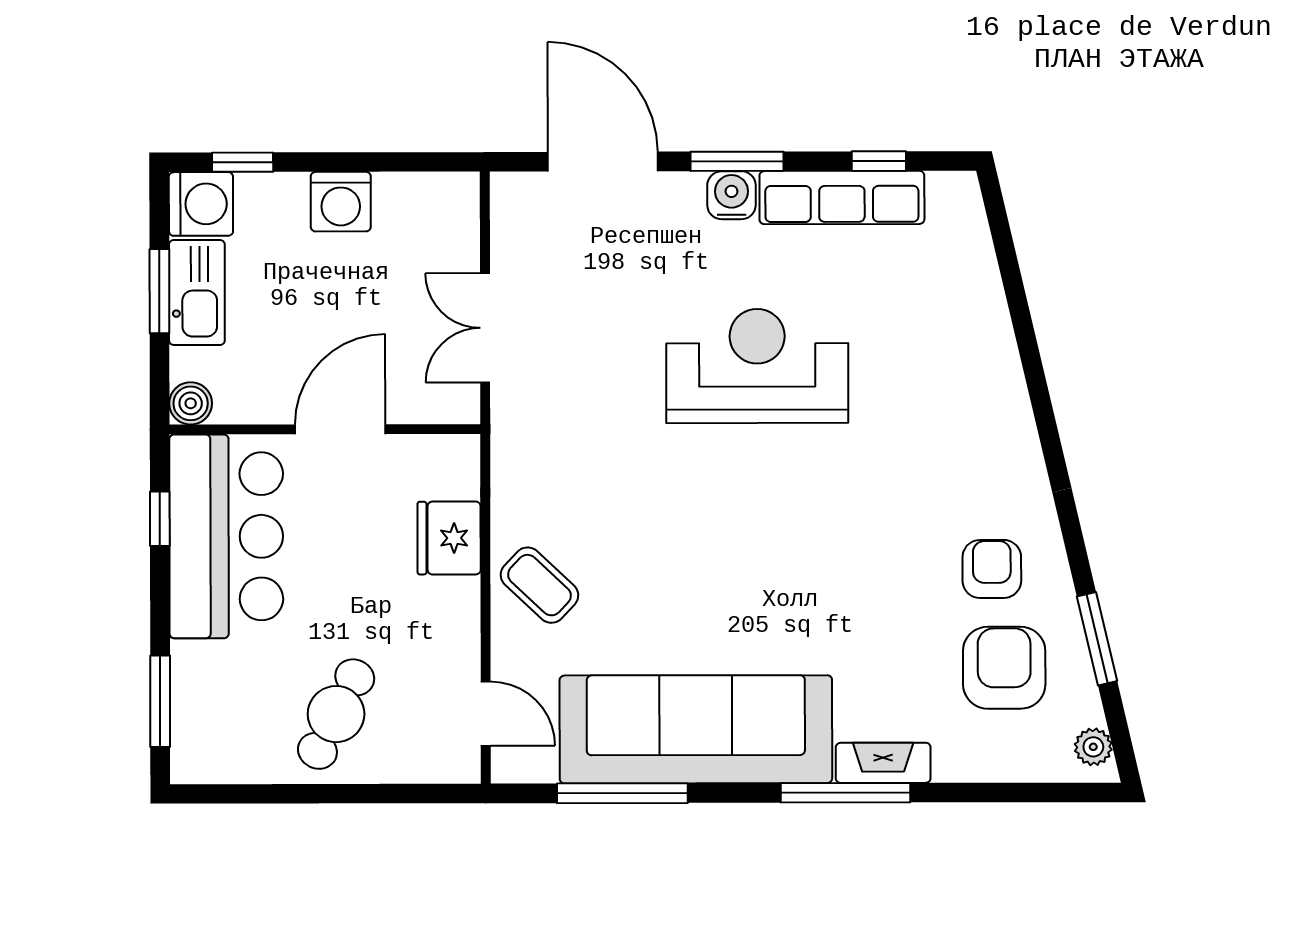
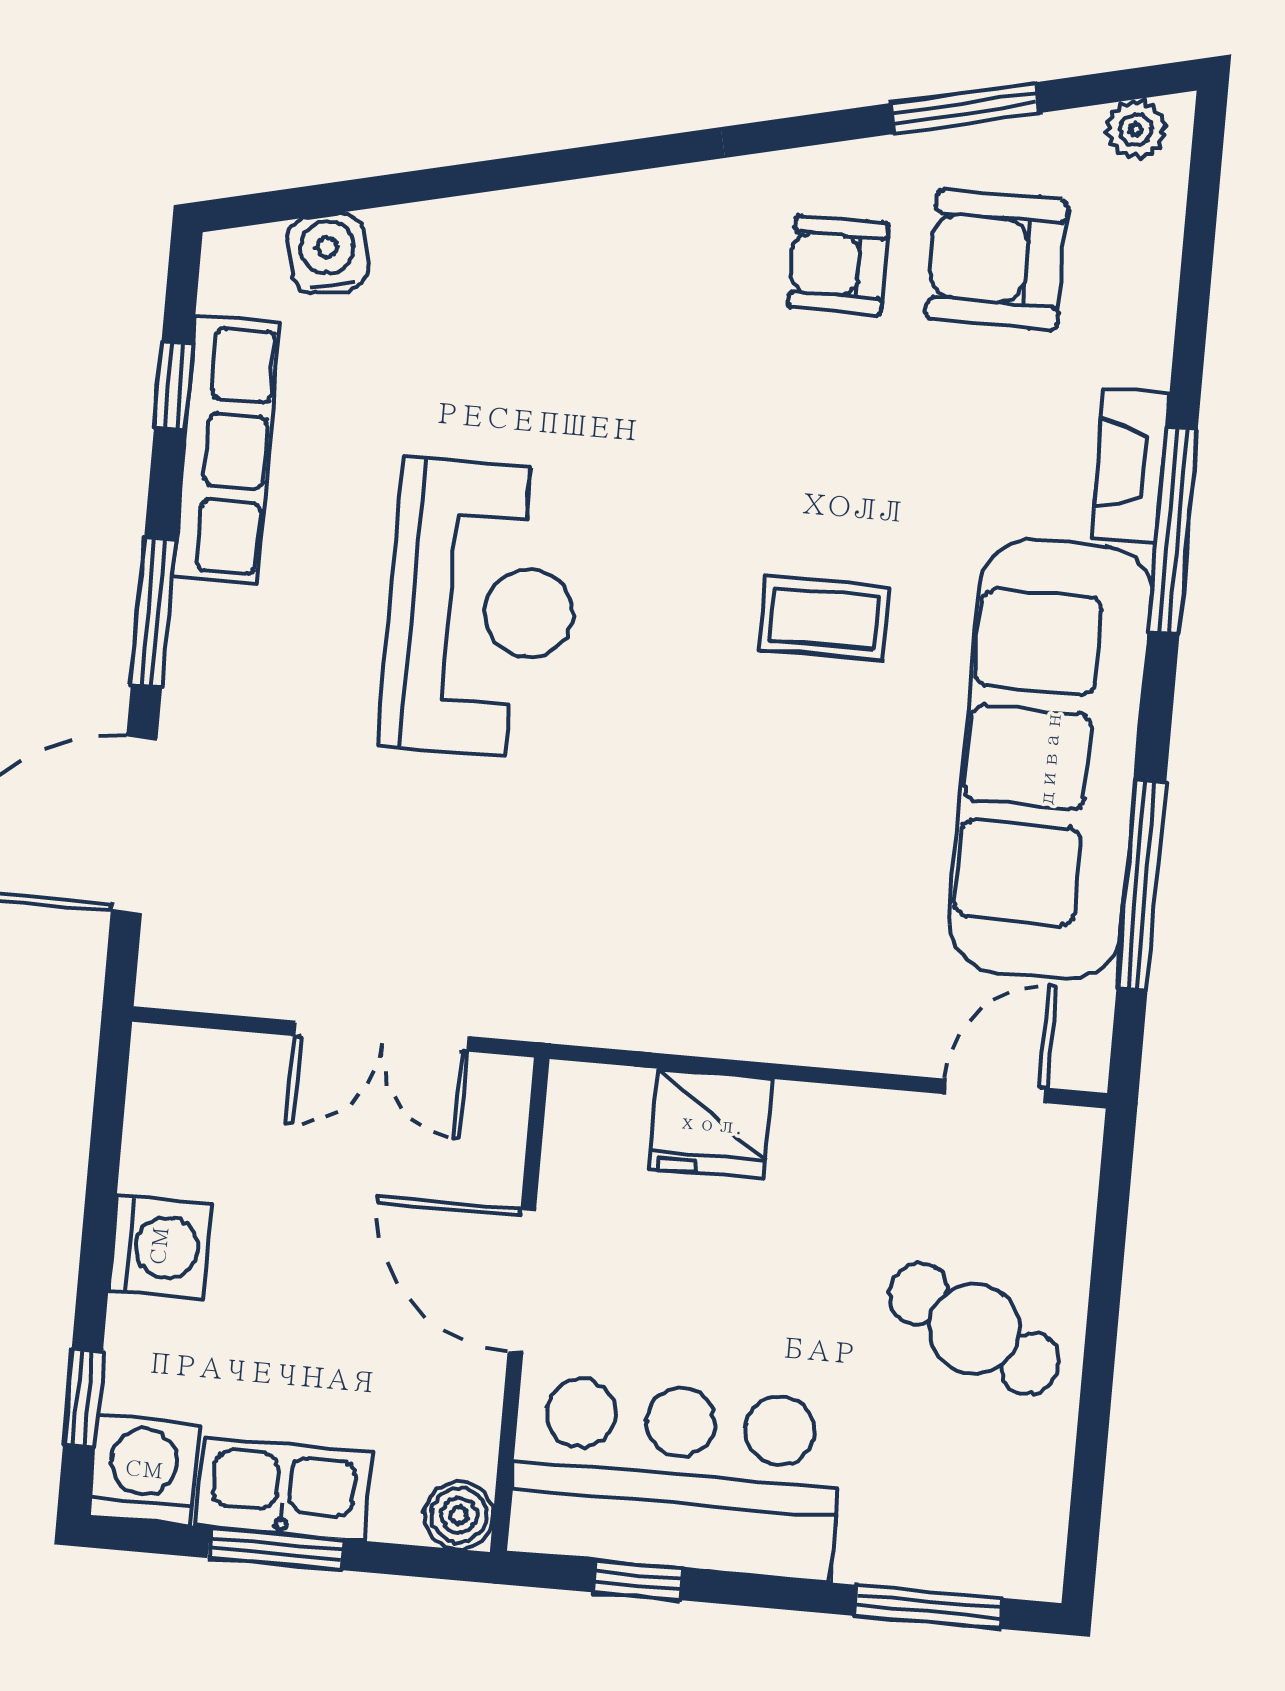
water cooler: (731, 195) -> (328, 253), moved, turned 77
reception desk: (757, 366) -> (482, 609), turned 180
coffee table: (539, 585) -> (824, 618), moved, turned 47

